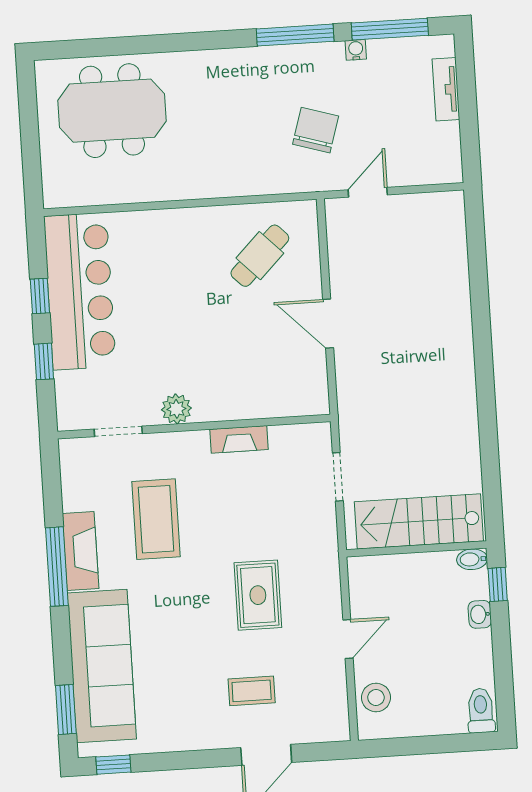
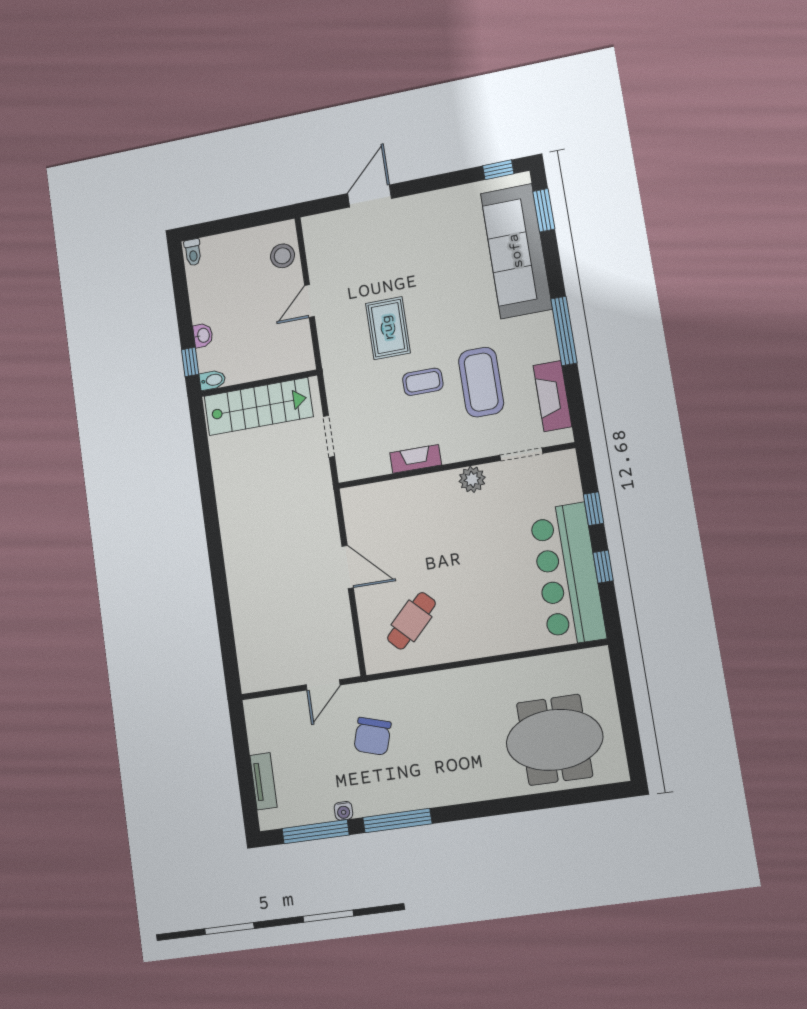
fireplace: (81, 551) -> (553, 396), moved
coffee table: (252, 691) -> (423, 382), moved
toilet: (481, 711) -> (193, 252), width x0.73, depth x0.72

